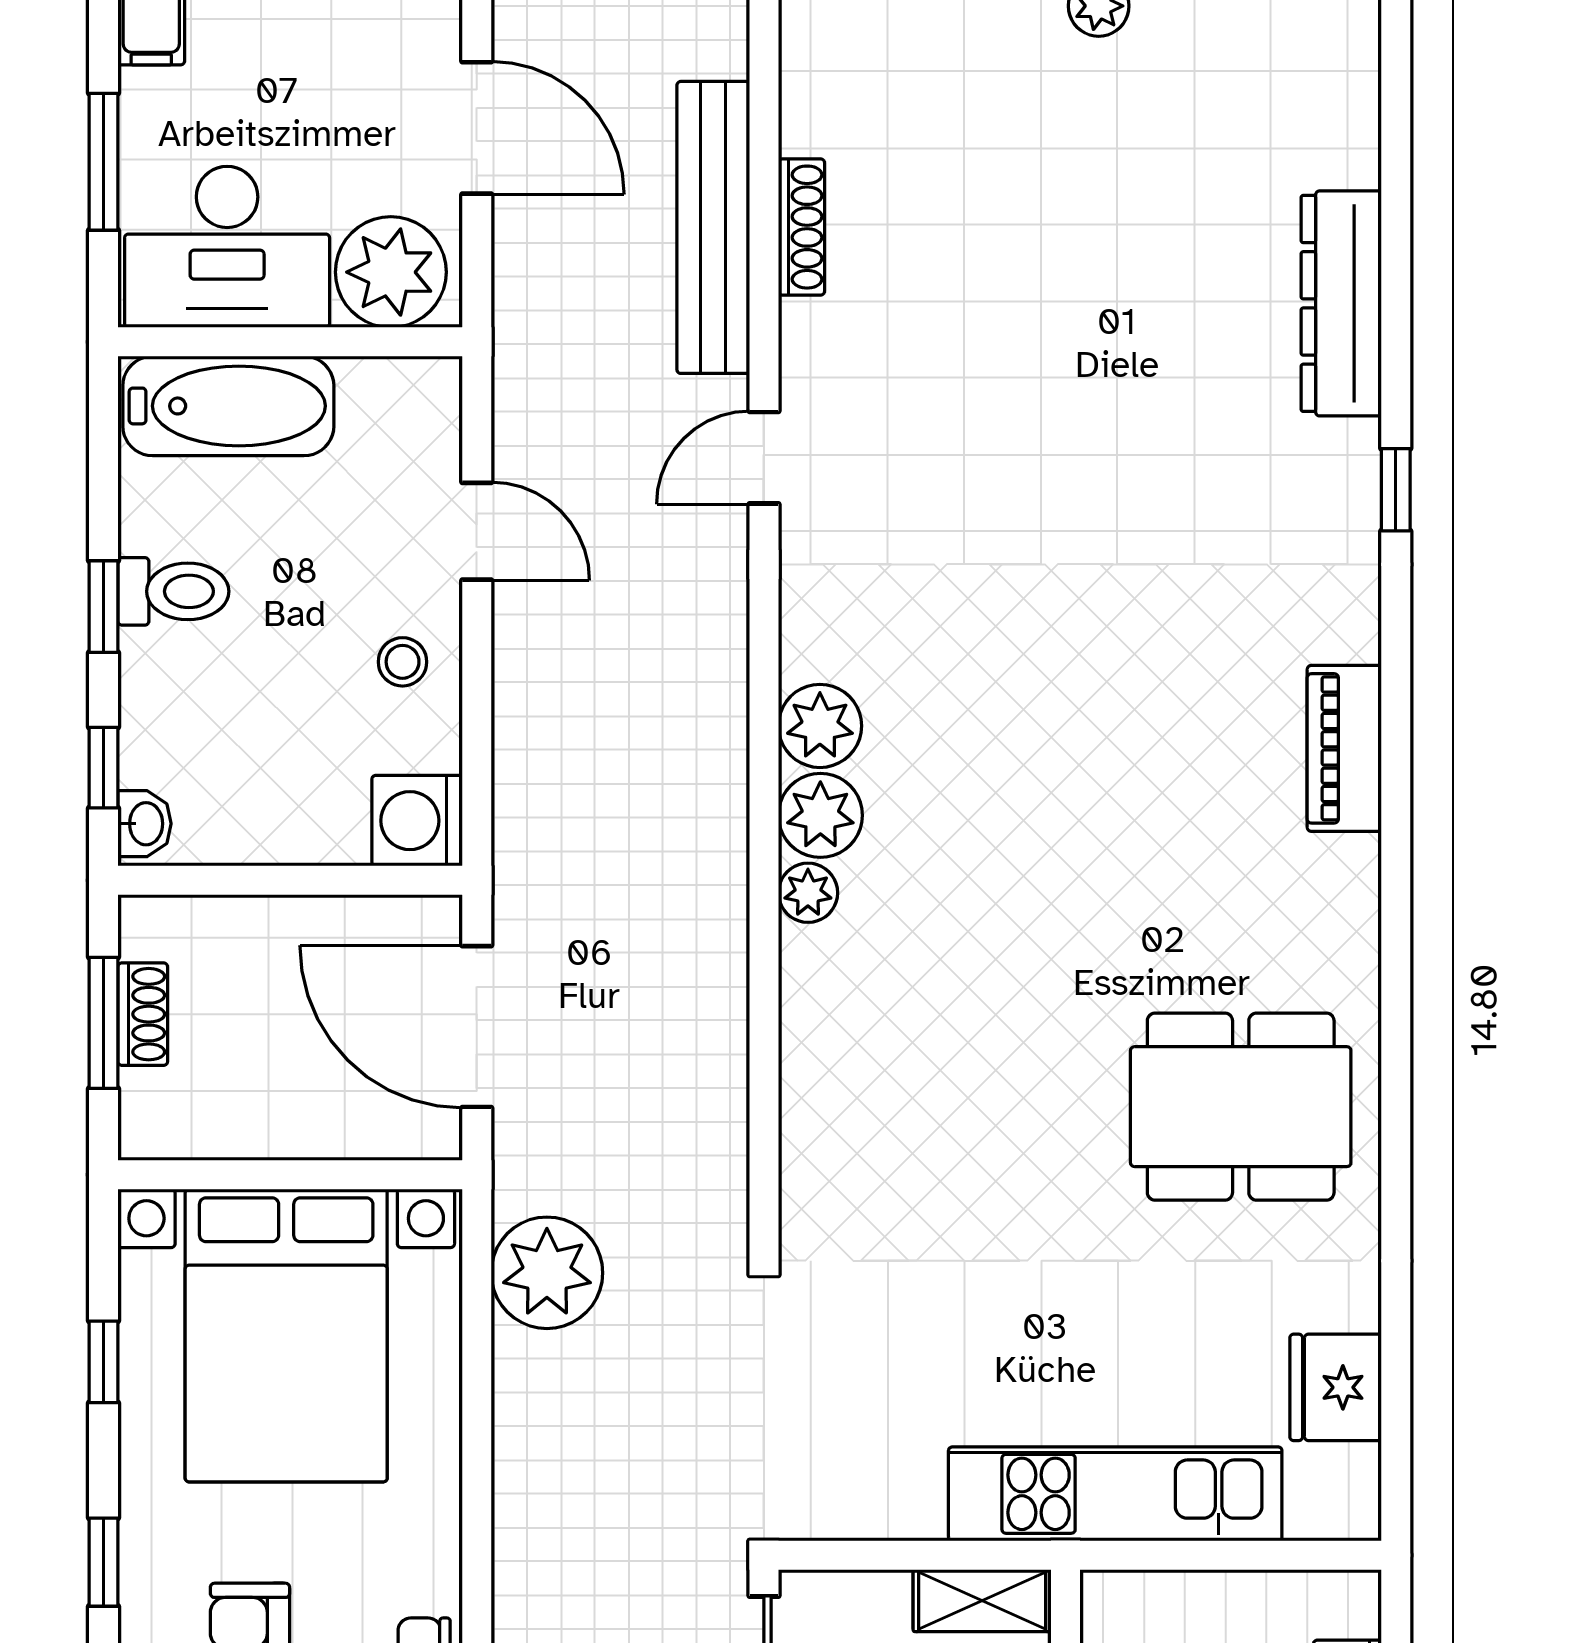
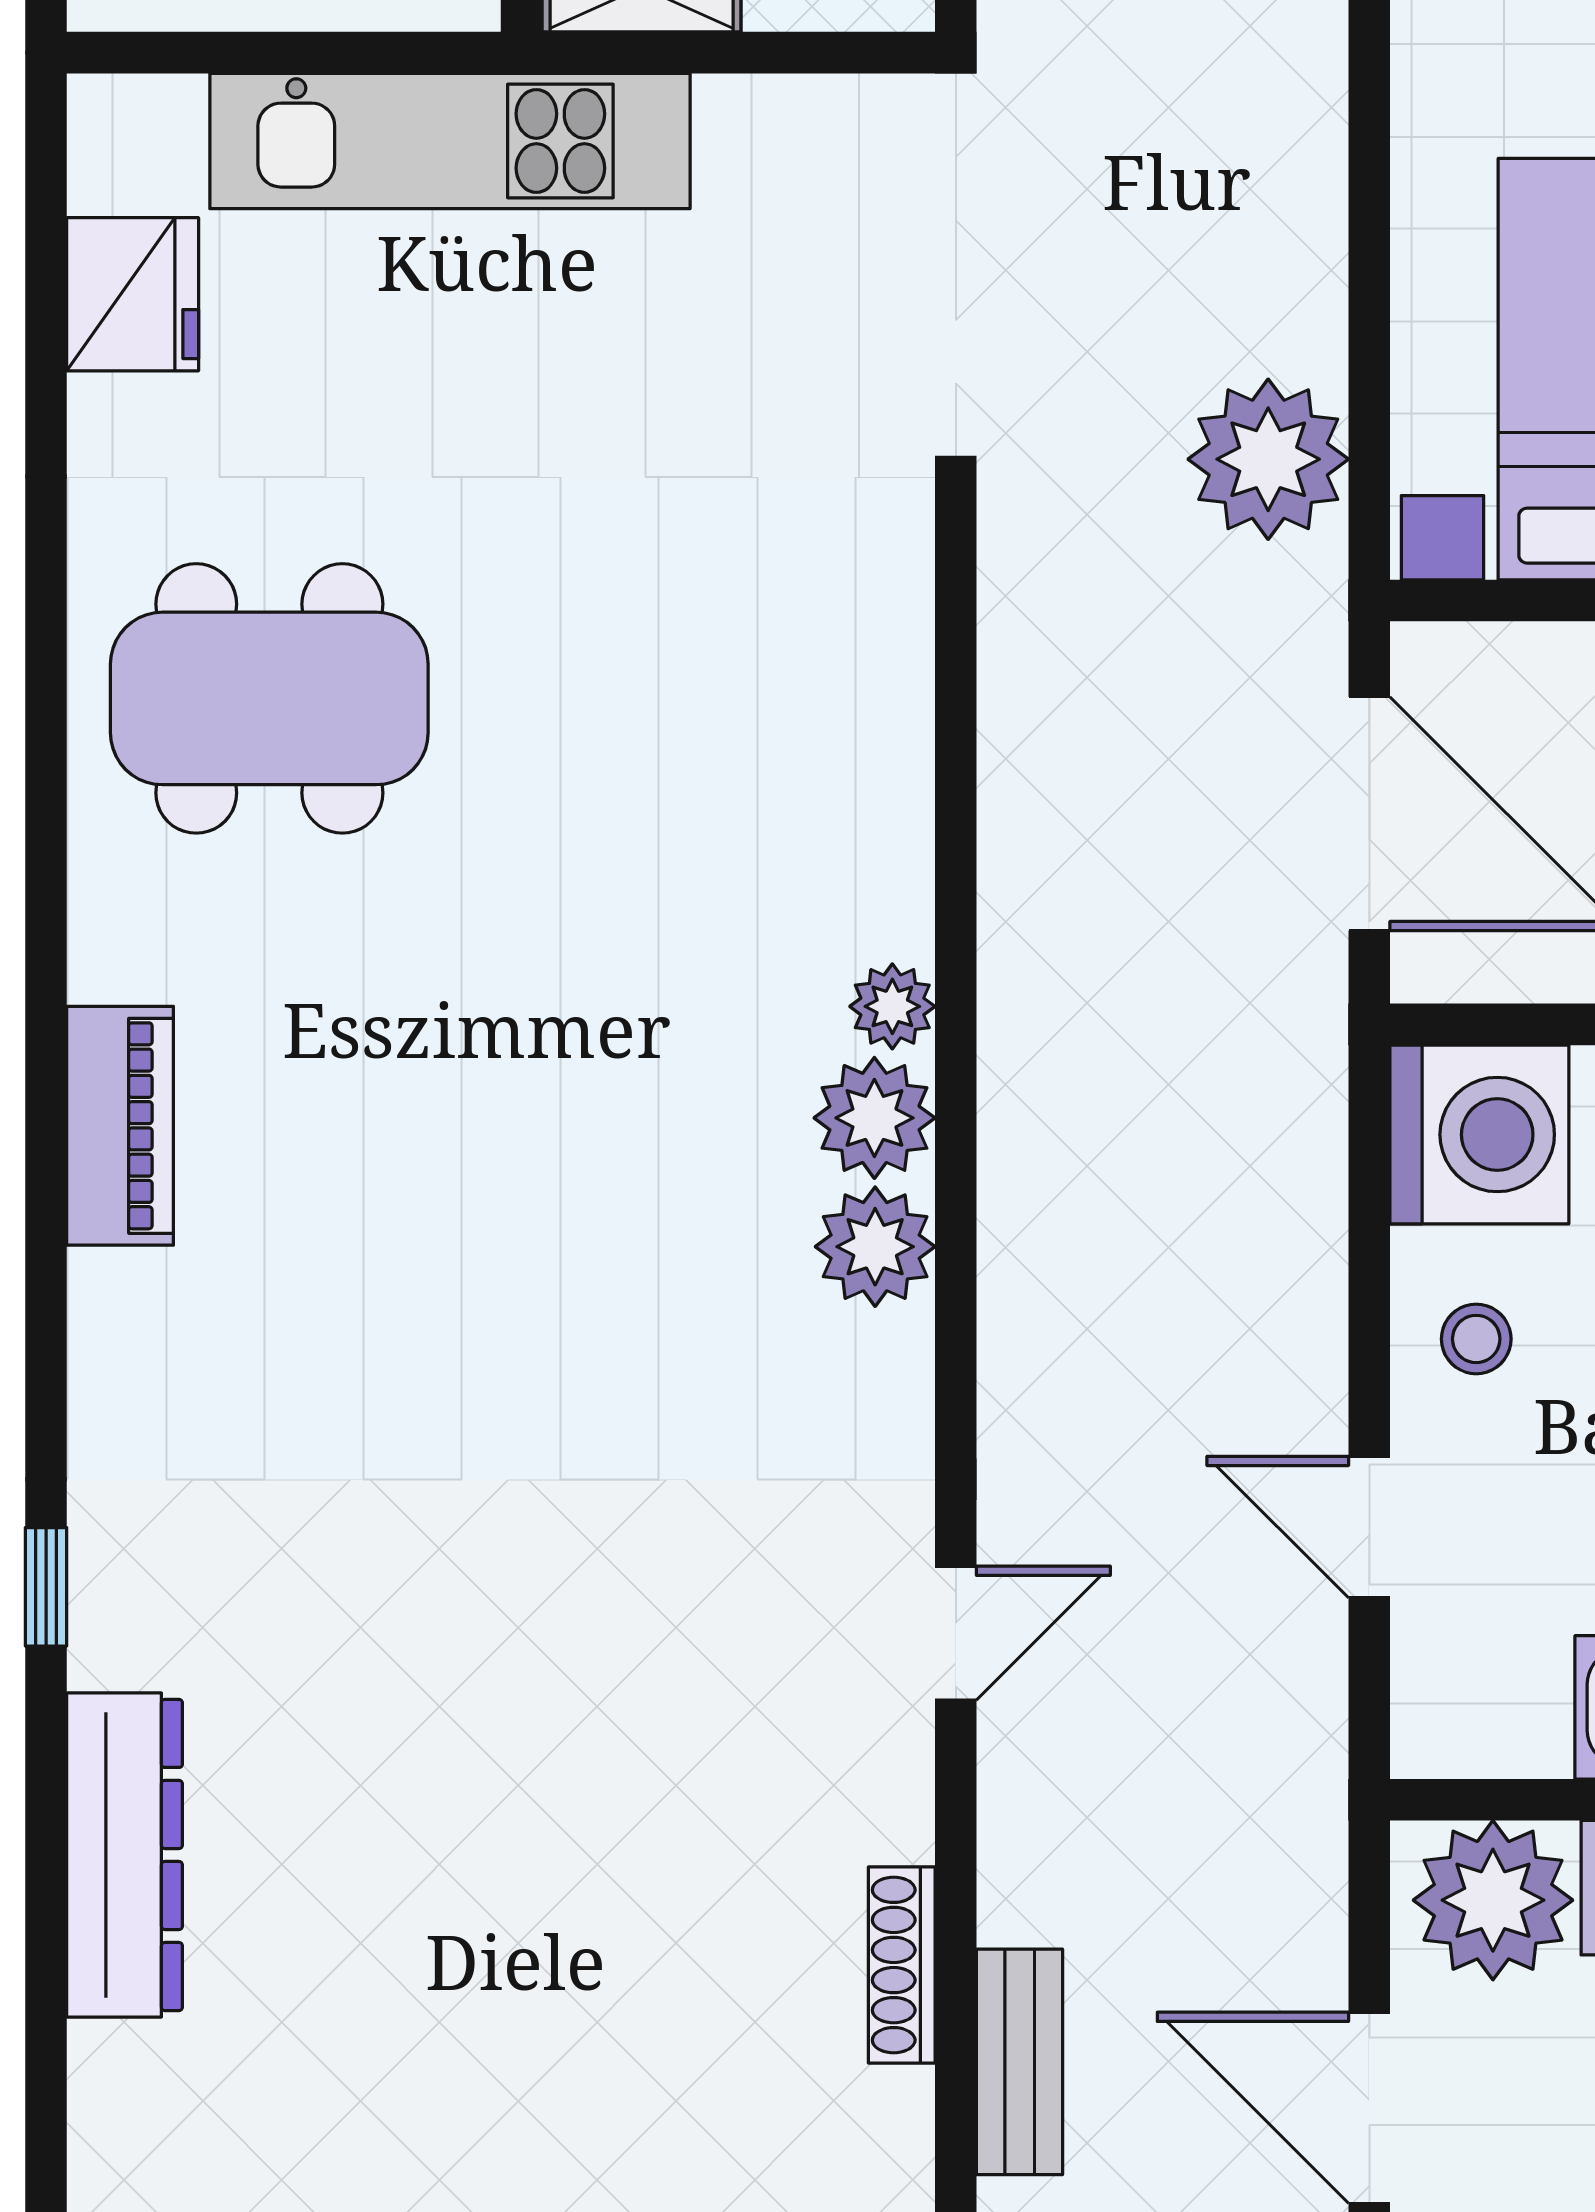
bench: (713, 227) -> (1019, 2062), width x0.54, depth x0.82
piano: (1344, 748) -> (120, 1126), moved
washing machine: (417, 821) -> (1479, 1135), width x1.37, depth x1.37

